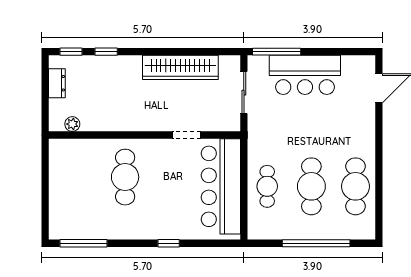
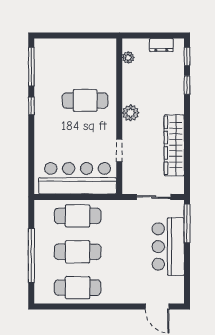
plant: (140, 121) -> (131, 113), added
cafe table: (267, 186) -> (78, 216), width x1.37, depth x1.35
window: (169, 243) -> (31, 106), moved

